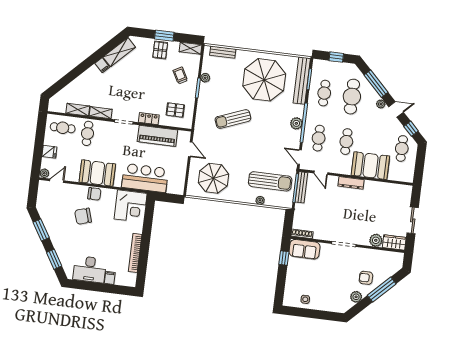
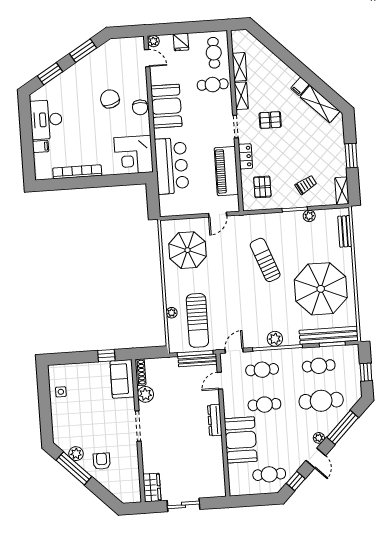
pallet: (160, 50) -> (270, 120), moved
plant: (376, 240) -> (145, 394), moved
window: (382, 290) -> (74, 468), moved

